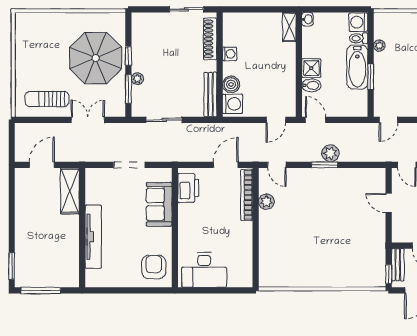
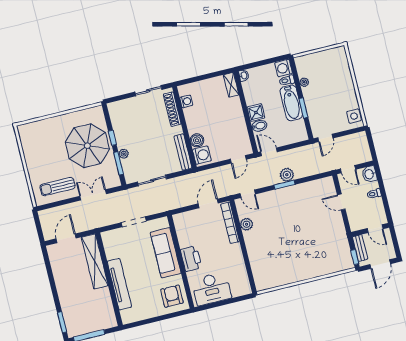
washing machine: (230, 54) -> (186, 101), moved
printer: (188, 188) -> (191, 259), moved
shelving: (70, 191) -> (95, 261), width x1.47
sofa: (159, 204) -> (166, 253), width x1.36

